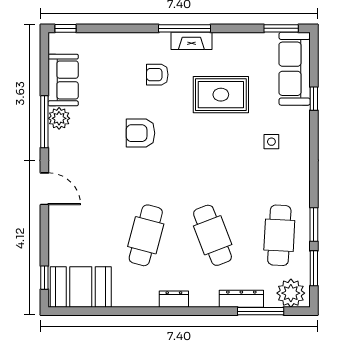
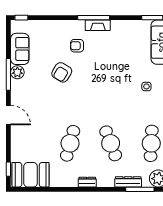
rug: (221, 95) -> (116, 58), removed
armchair: (141, 133) -> (62, 72), moved, turned -59

